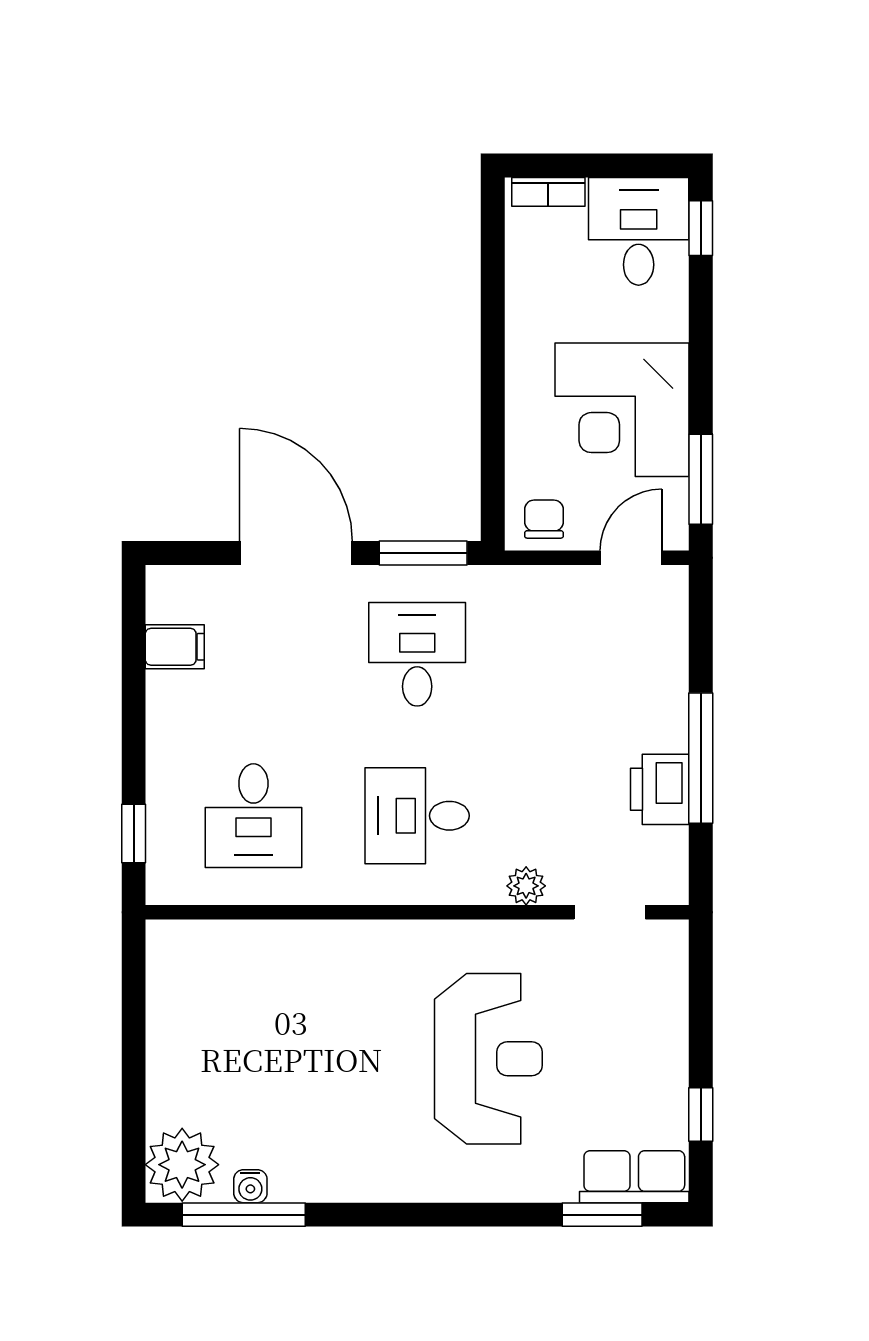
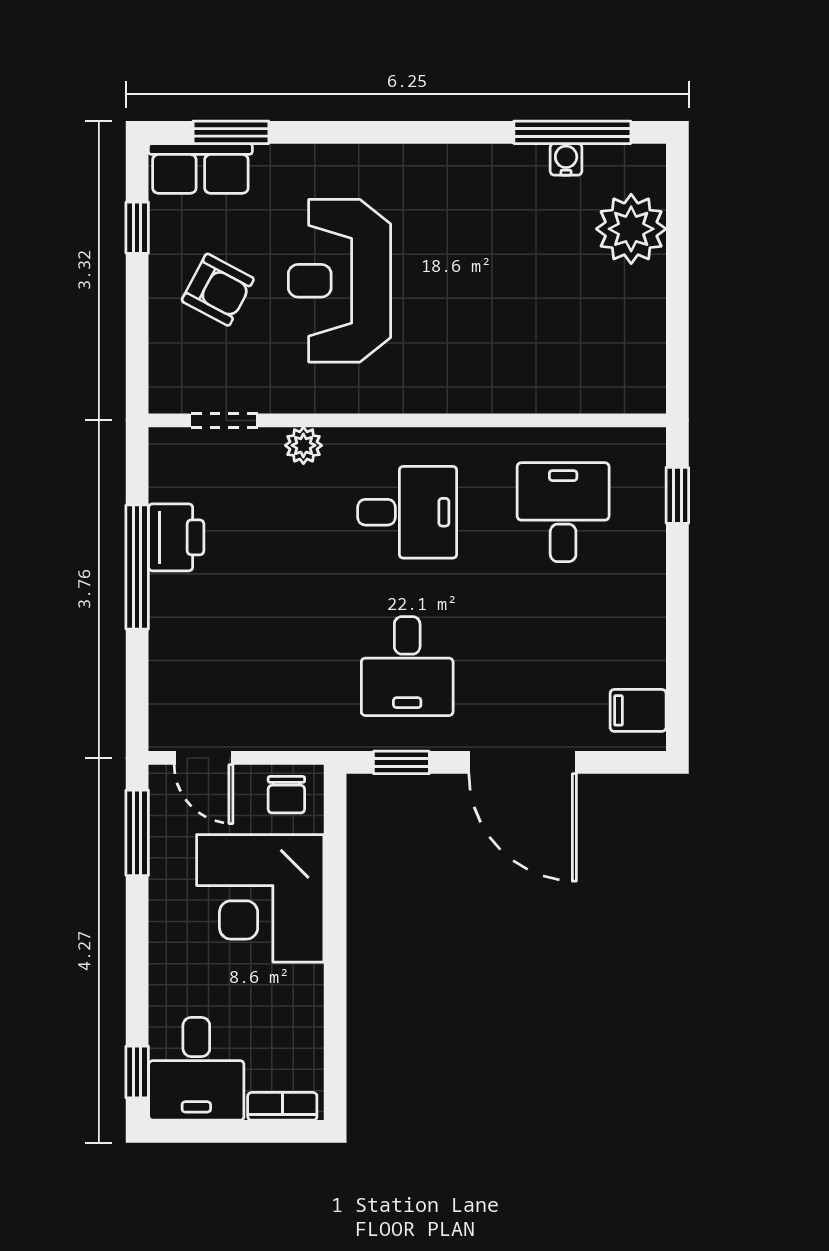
corner desk: (622, 410) -> (260, 898), moved, turned 180
window: (423, 553) -> (401, 762), width x0.67
door: (631, 558) -> (204, 758), hinge flipped
filing cabinet: (175, 647) -> (638, 710), moved
armchair: (616, 1049) -> (218, 290), added
plant: (182, 1165) -> (631, 229), moved

